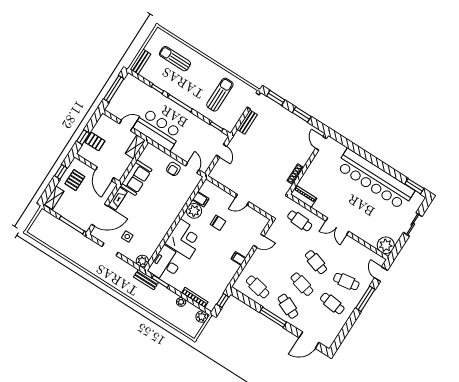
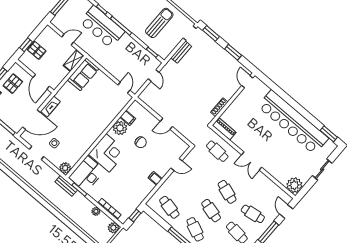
bar counter: (158, 129) -> (102, 27), moved, turned 180
armchair: (173, 169) -> (106, 86), removed
sofa: (136, 178) -> (83, 74), moved

